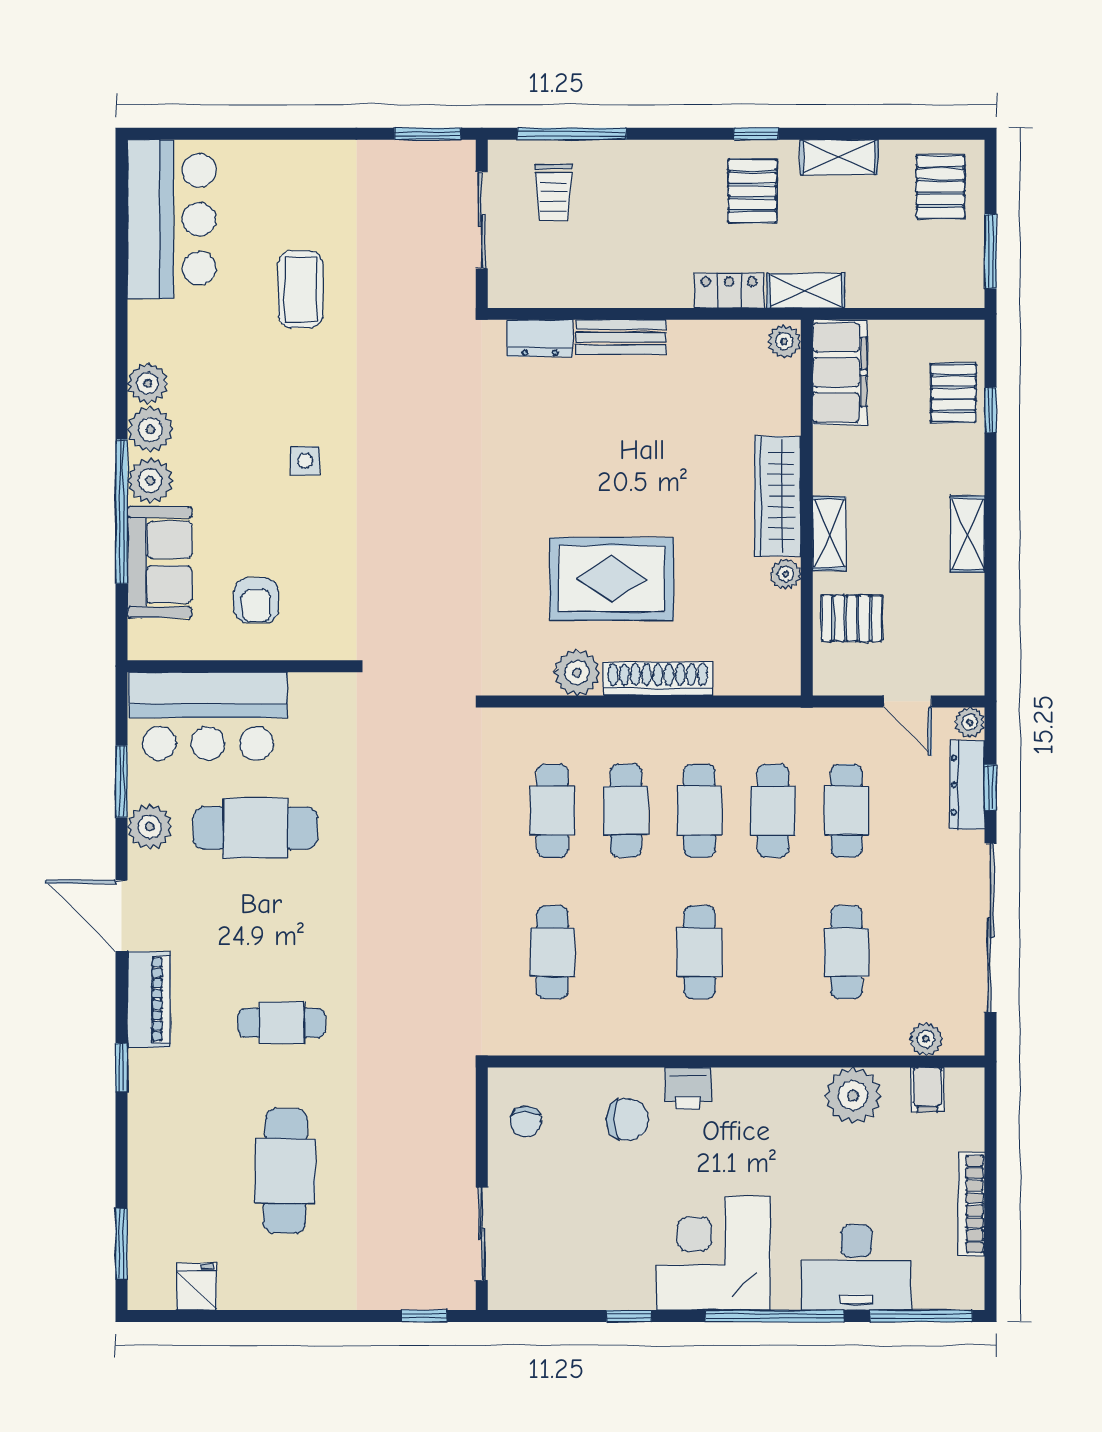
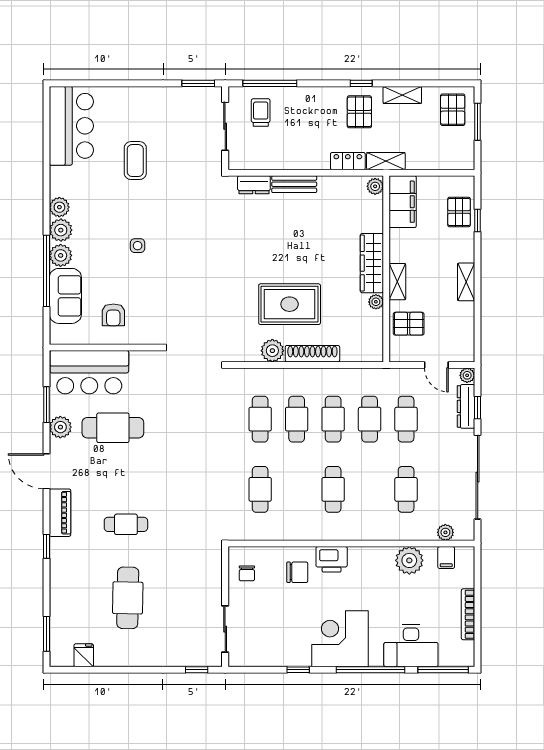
trolley: (553, 193) -> (261, 113), turned 180
window: (991, 251) -> (478, 122), moved
printer: (688, 1088) -> (332, 559), width x1.36, depth x1.24

